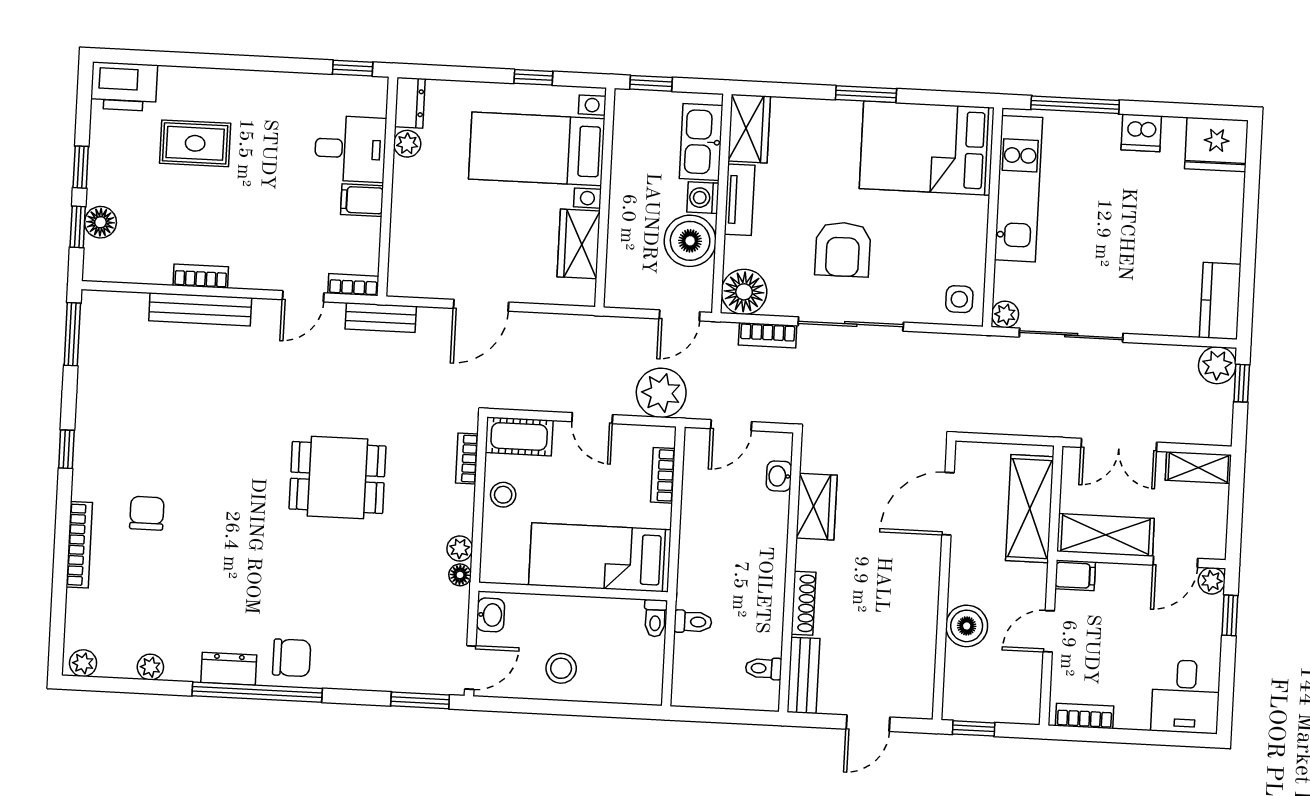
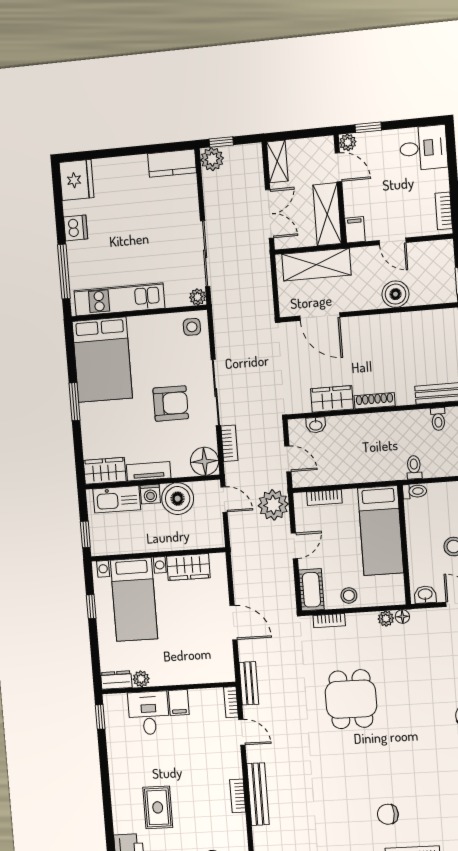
shoe rack: (804, 603) -> (375, 401), moved

